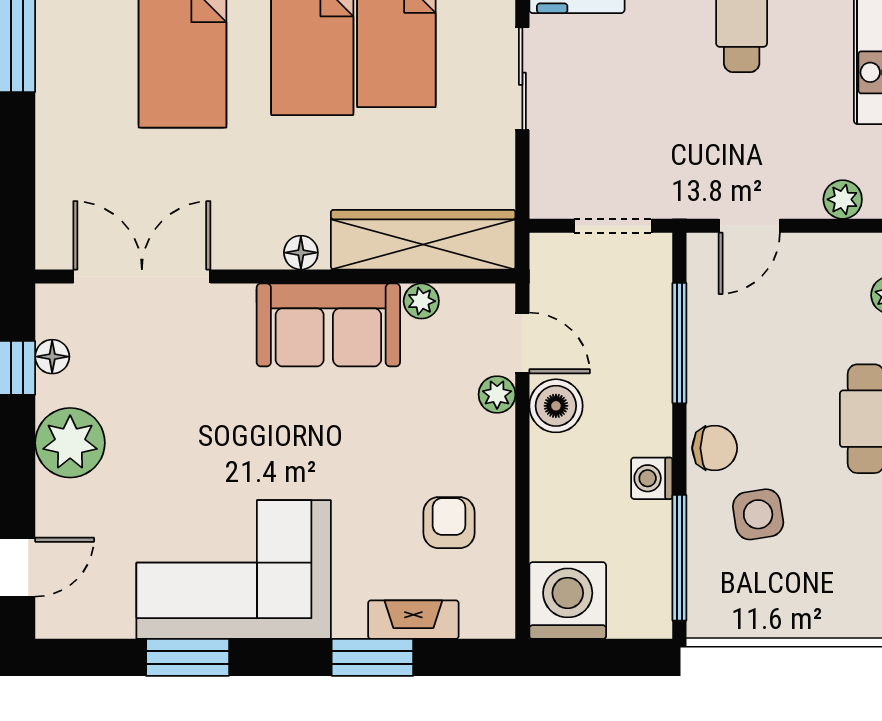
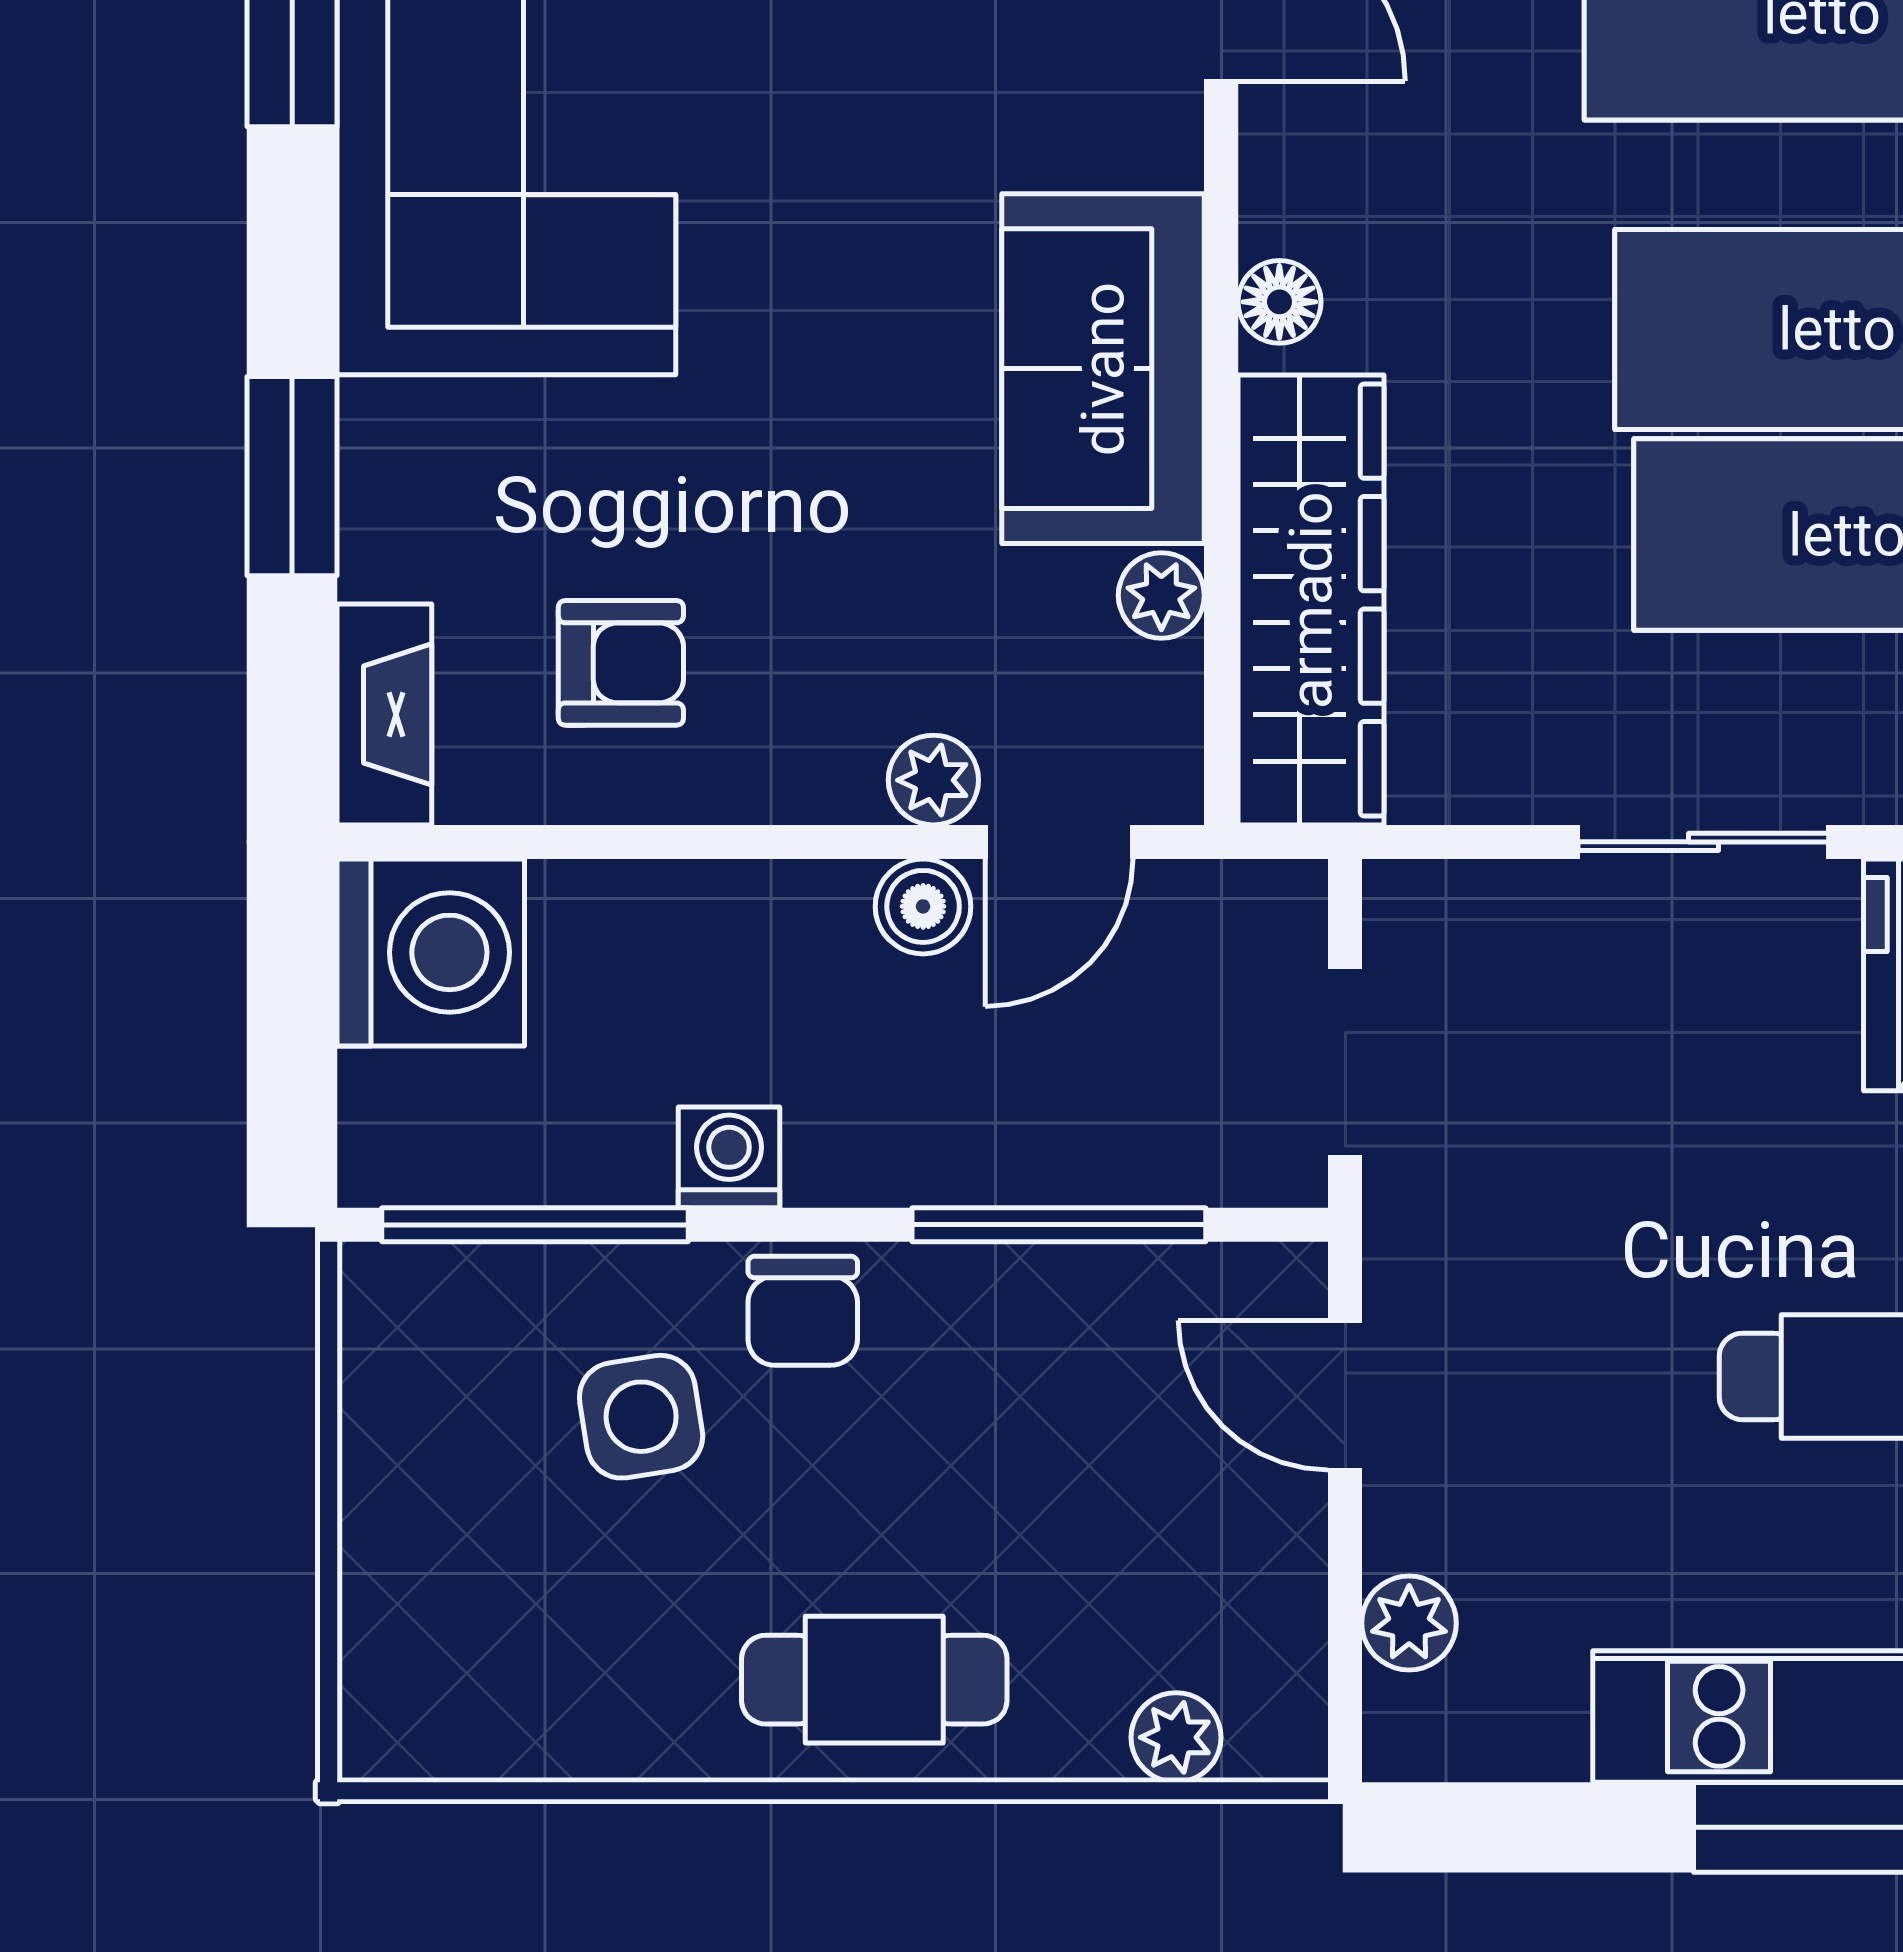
boiler: (556, 406) -> (923, 906), width x0.73, depth x0.73
fireplace: (413, 620) -> (384, 714), moved

